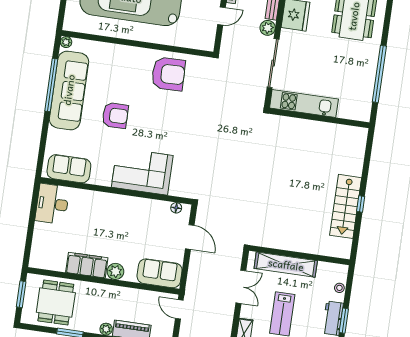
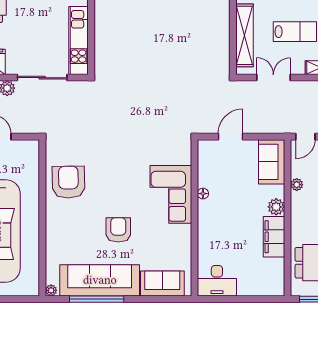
sofa: (69, 169) -> (162, 284), moved, turned 90
floor lamp: (176, 208) -> (203, 194), moved
plant: (134, 294) -> (297, 185), added

